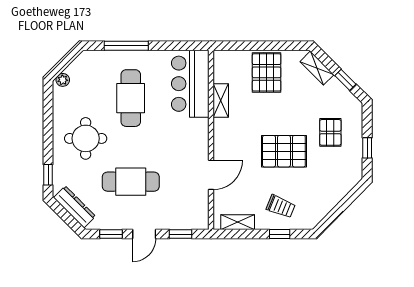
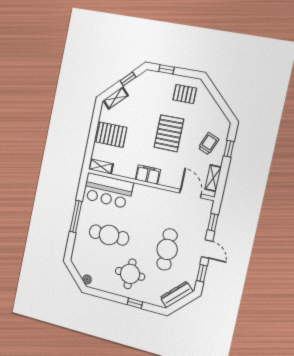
window: (126, 46) -> (76, 216), moved
shelving: (221, 101) -> (101, 166), moved
pallet: (330, 132) -> (185, 94), moved
filing cabinet: (224, 135) -> (148, 175), added
window: (367, 148) -> (166, 69), moved
window: (48, 175) -> (135, 303), moved
door: (211, 175) -> (190, 194), moved

